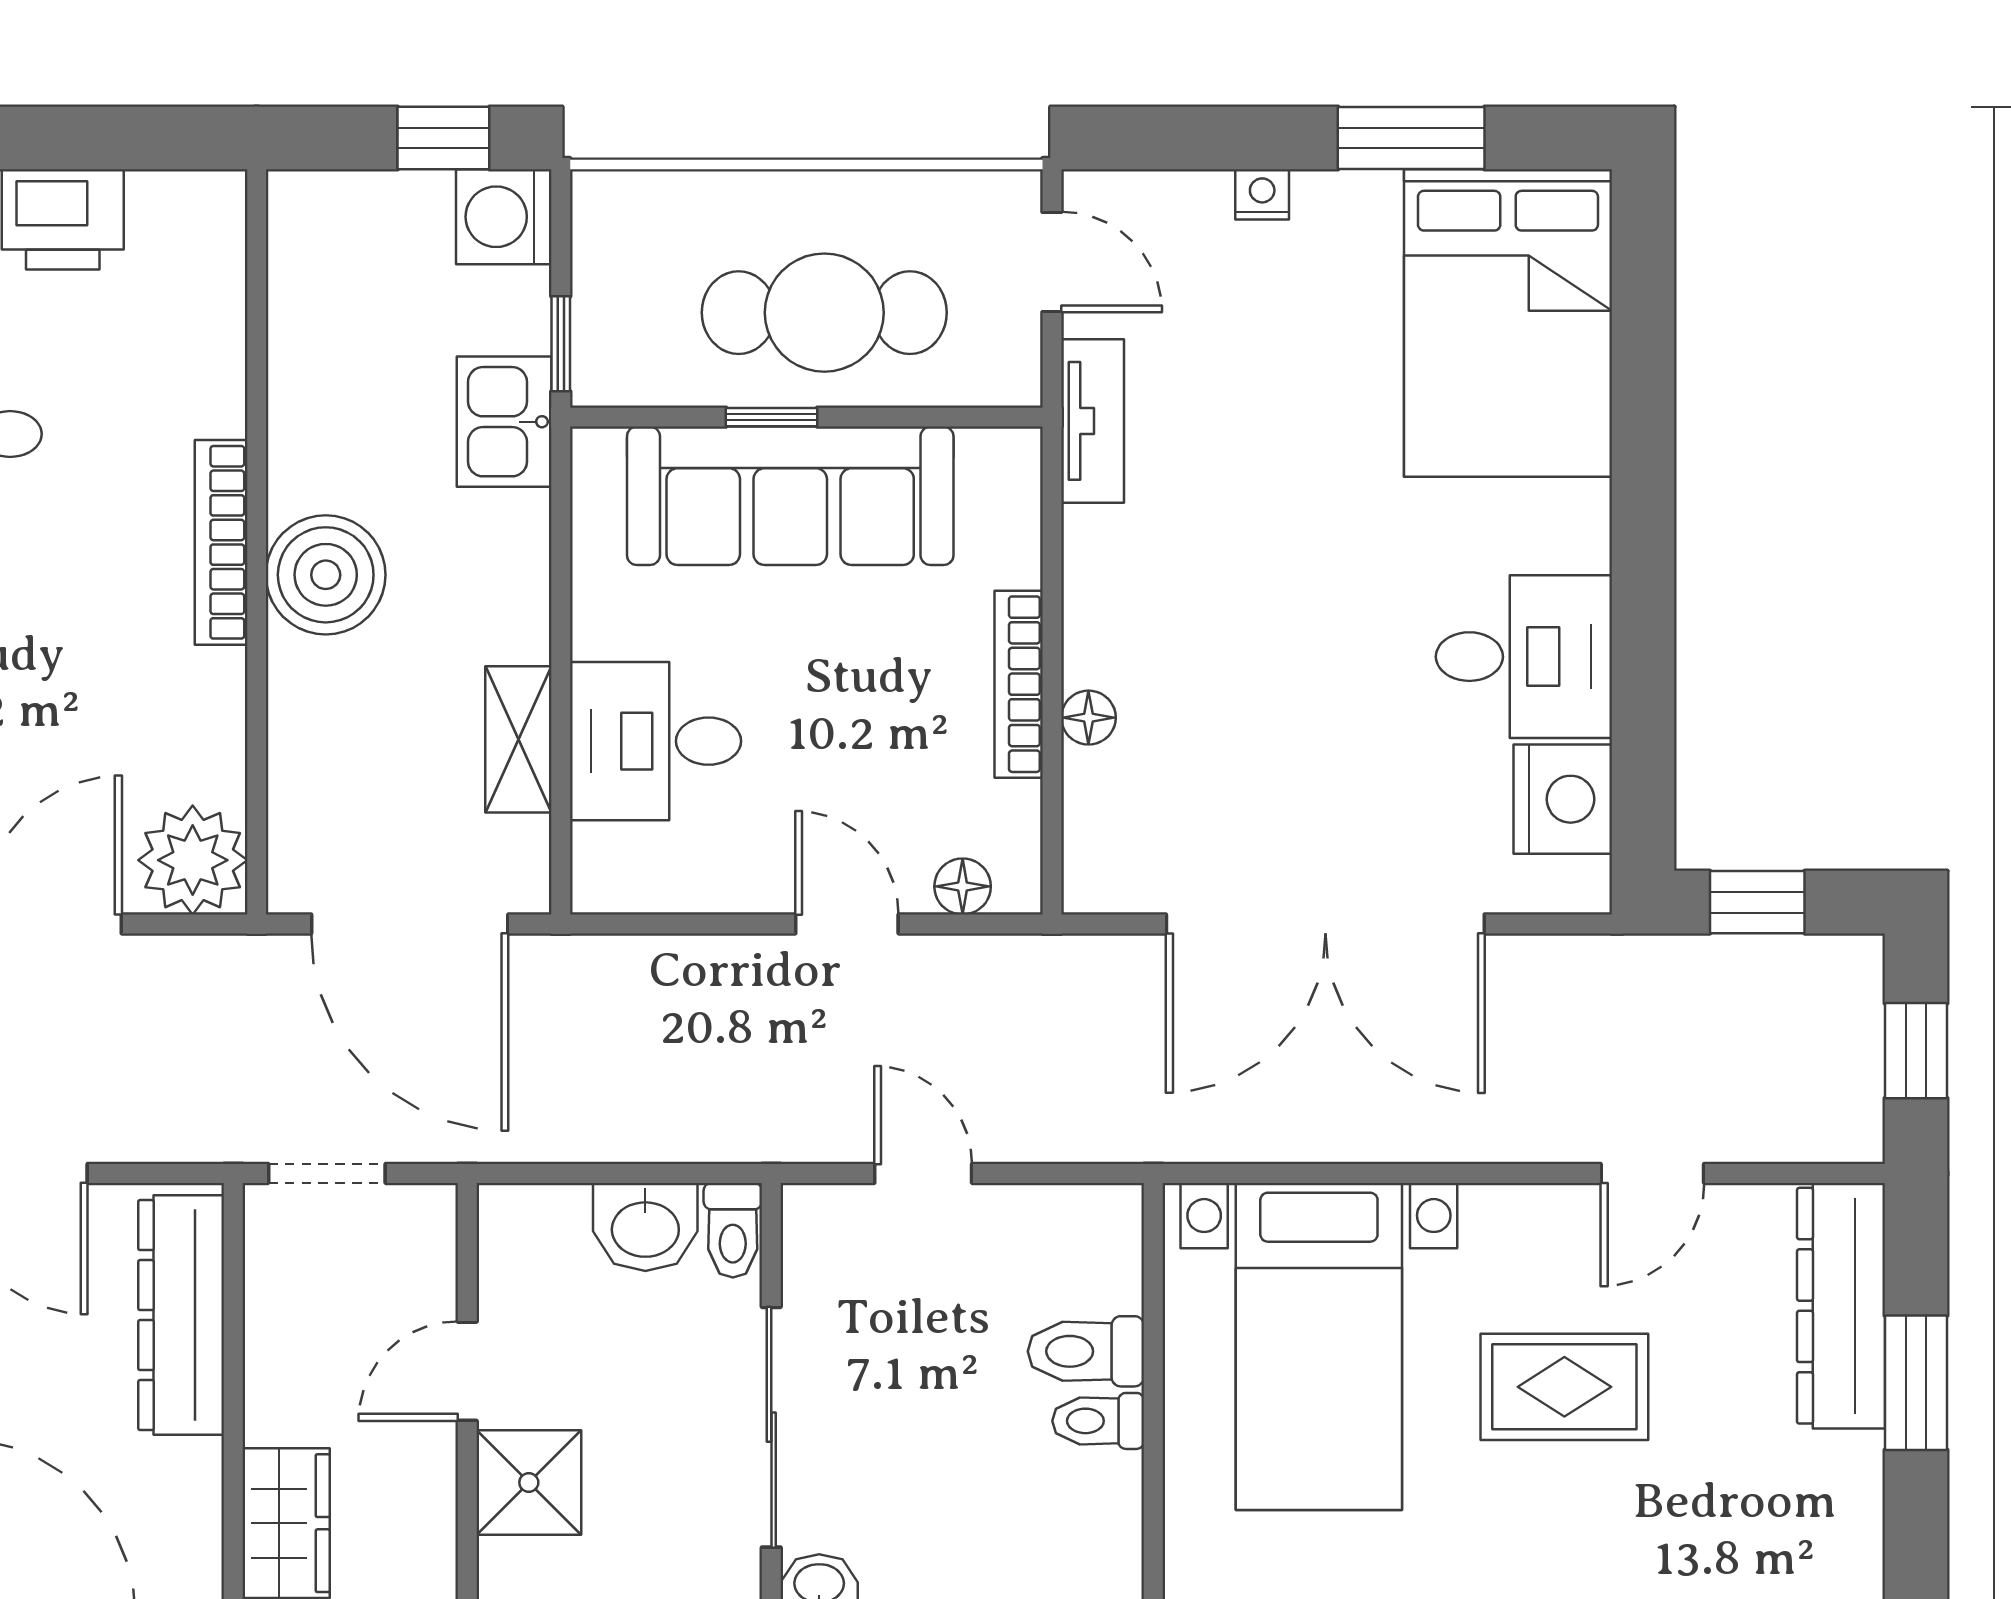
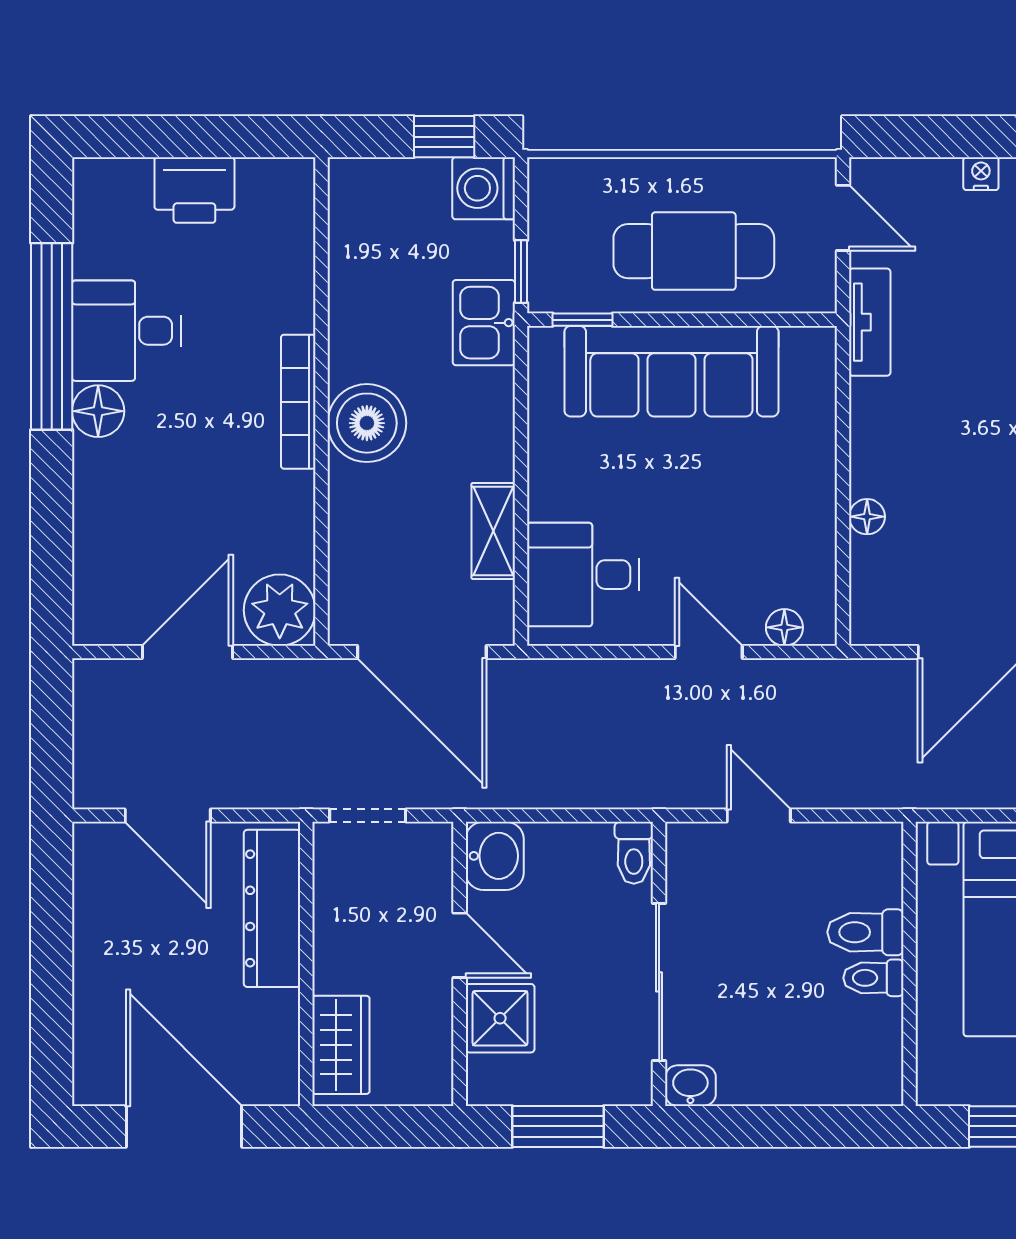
window: (772, 417) -> (583, 320), moved
bookcase: (1019, 684) -> (821, 495), removed
desk: (656, 741) -> (583, 575), moved
washbasin: (645, 1227) -> (495, 856), moved, turned -90
door: (467, 1371) -> (460, 945), swing flipped

